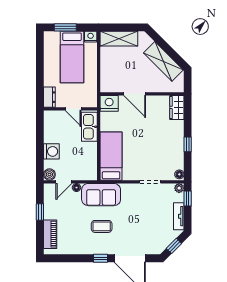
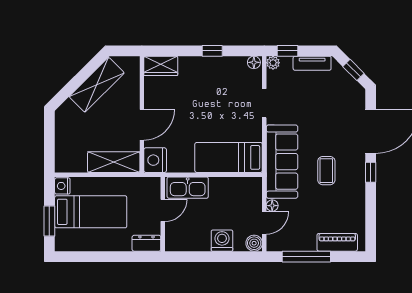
shelving: (119, 39) -> (114, 162), moved, turned 90
door: (64, 182) -> (264, 223), hinge flipped
sofa: (101, 195) -> (282, 162), width x1.36
window: (40, 212) -> (306, 257), width x2.17

